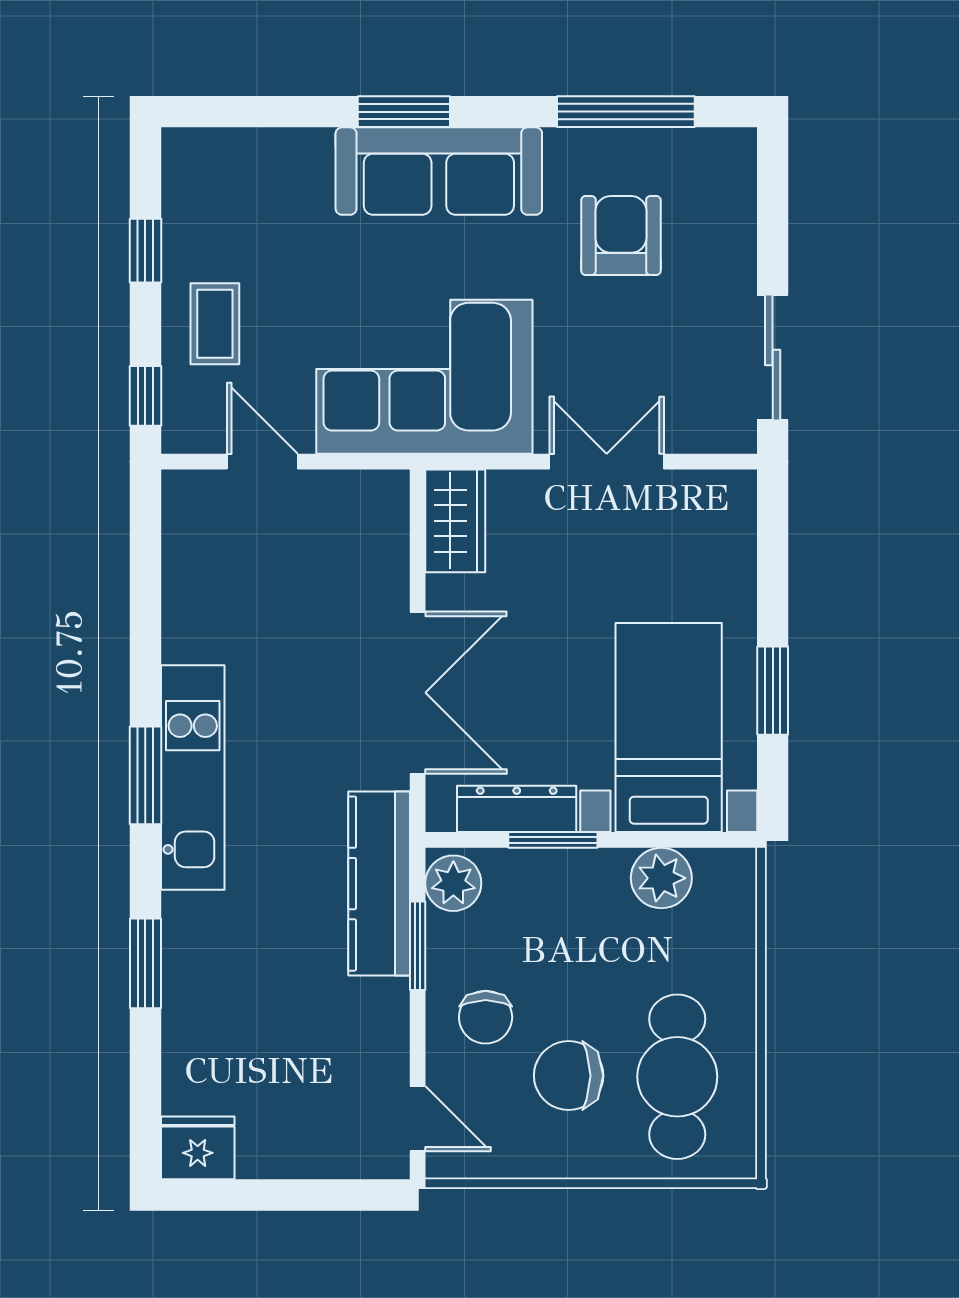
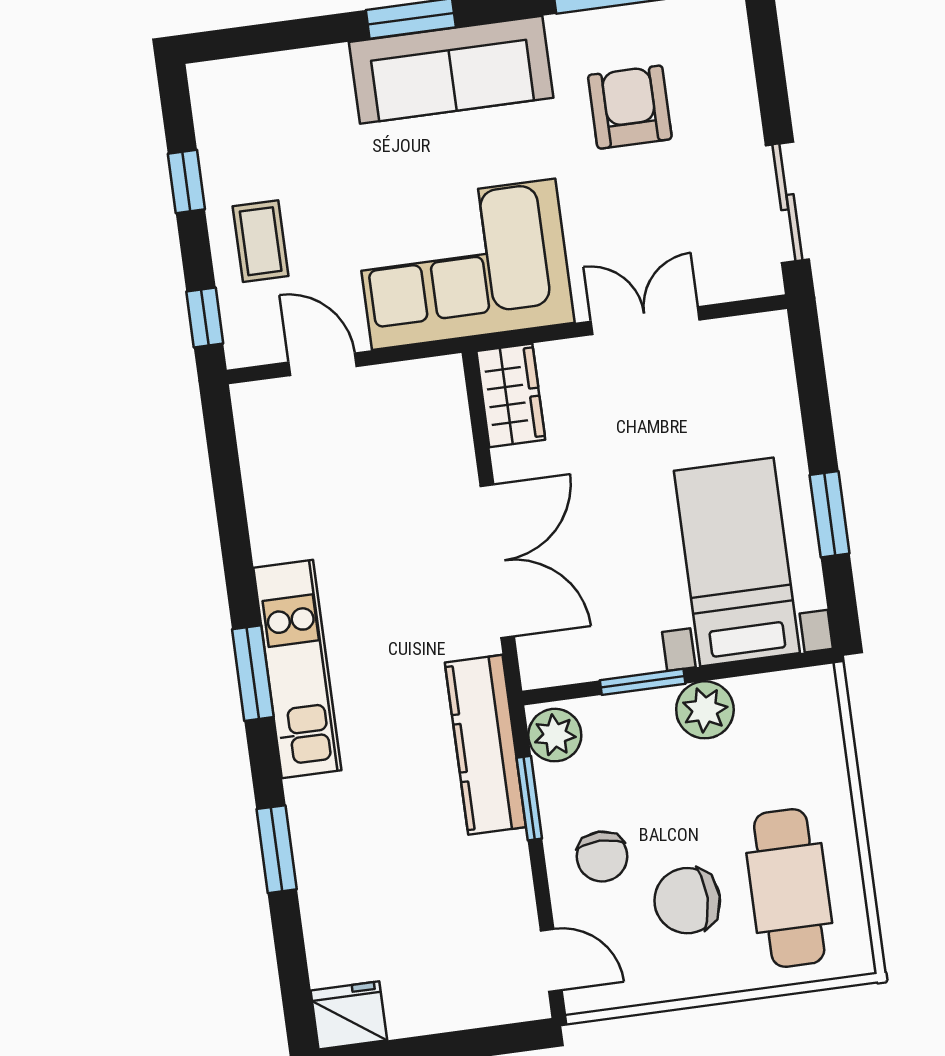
dresser: (517, 809) -> (605, 657), removed
plant: (661, 878) -> (705, 710), moved

